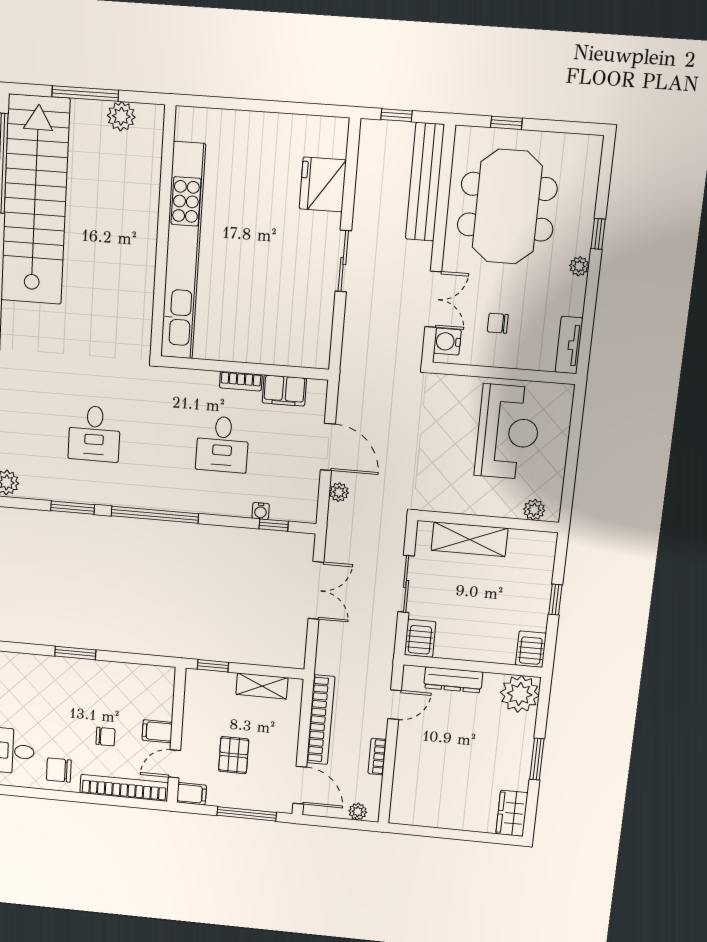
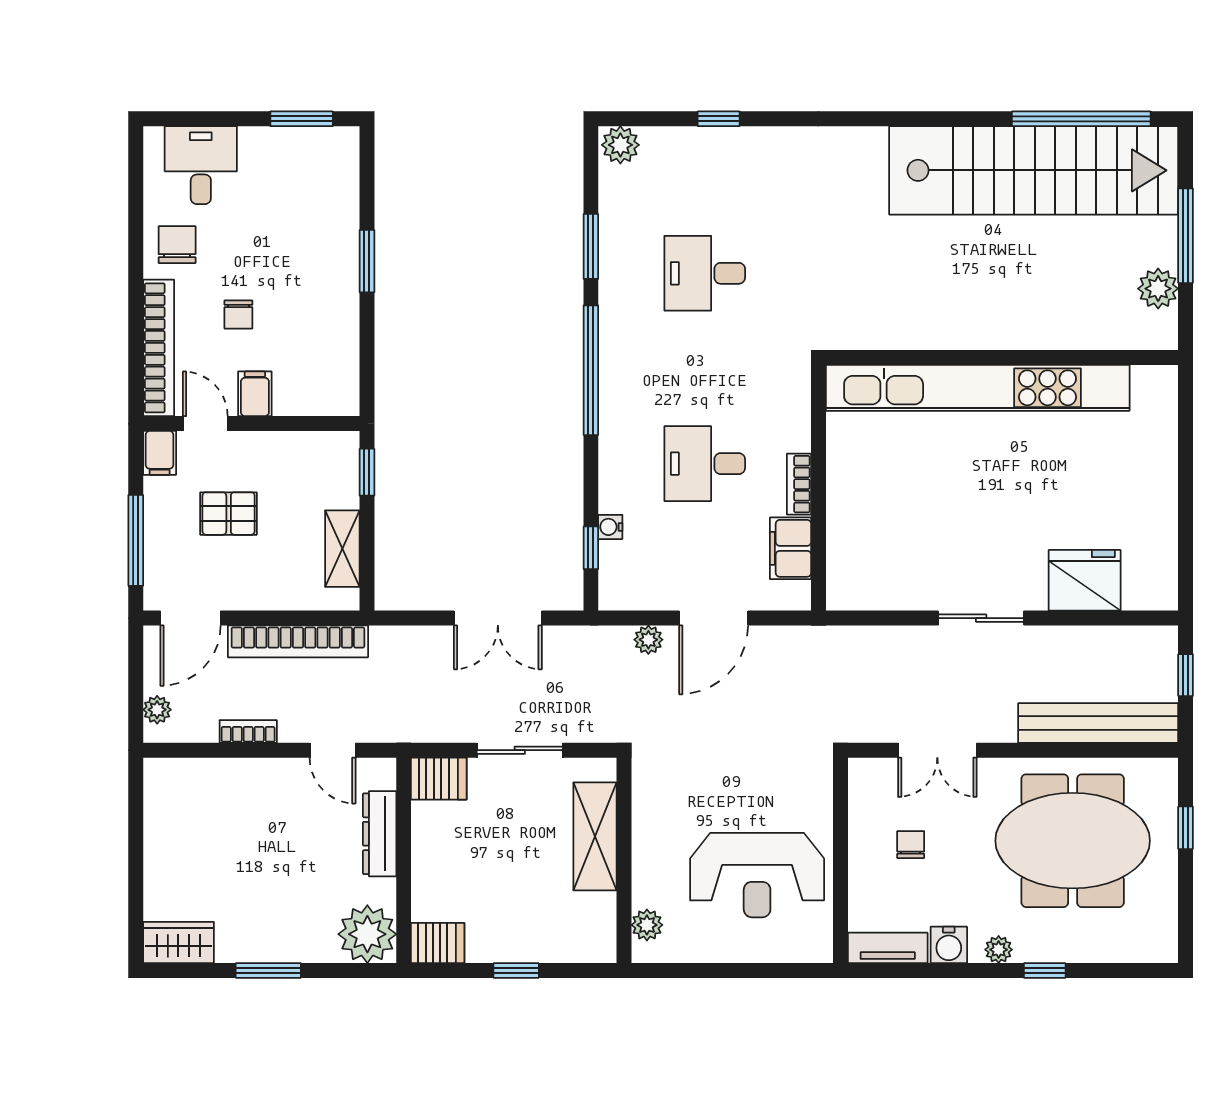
water cooler: (447, 342) -> (949, 945), moved, turned 180

